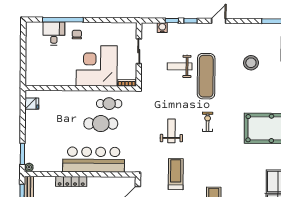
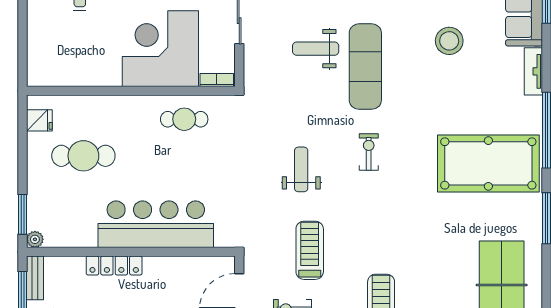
cafe table: (101, 124) -> (83, 156), moved

